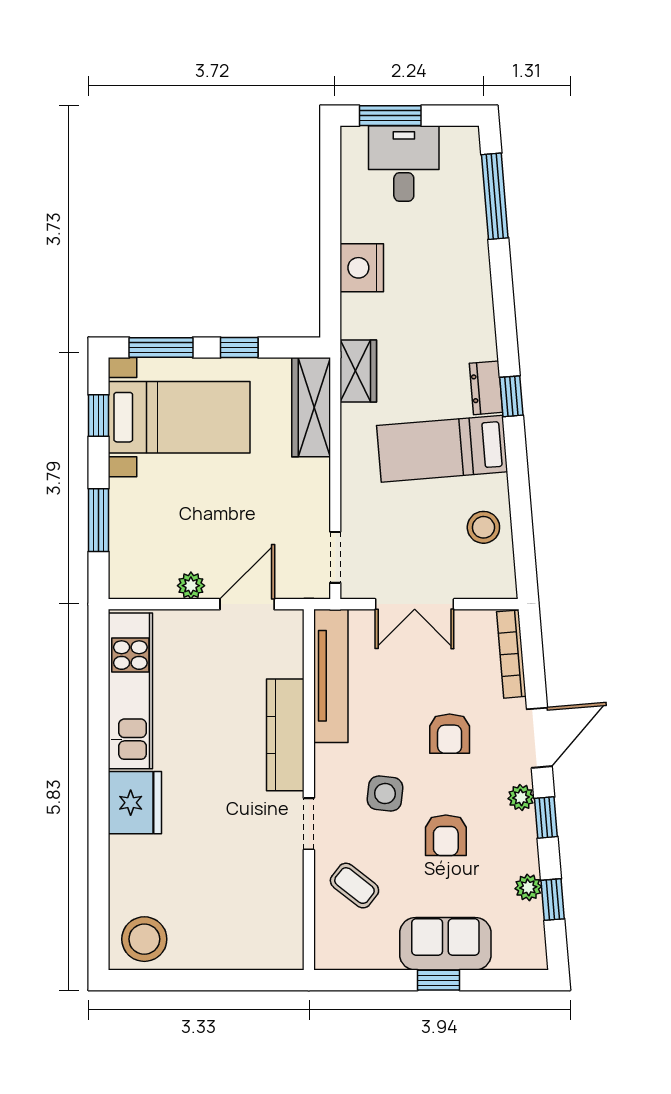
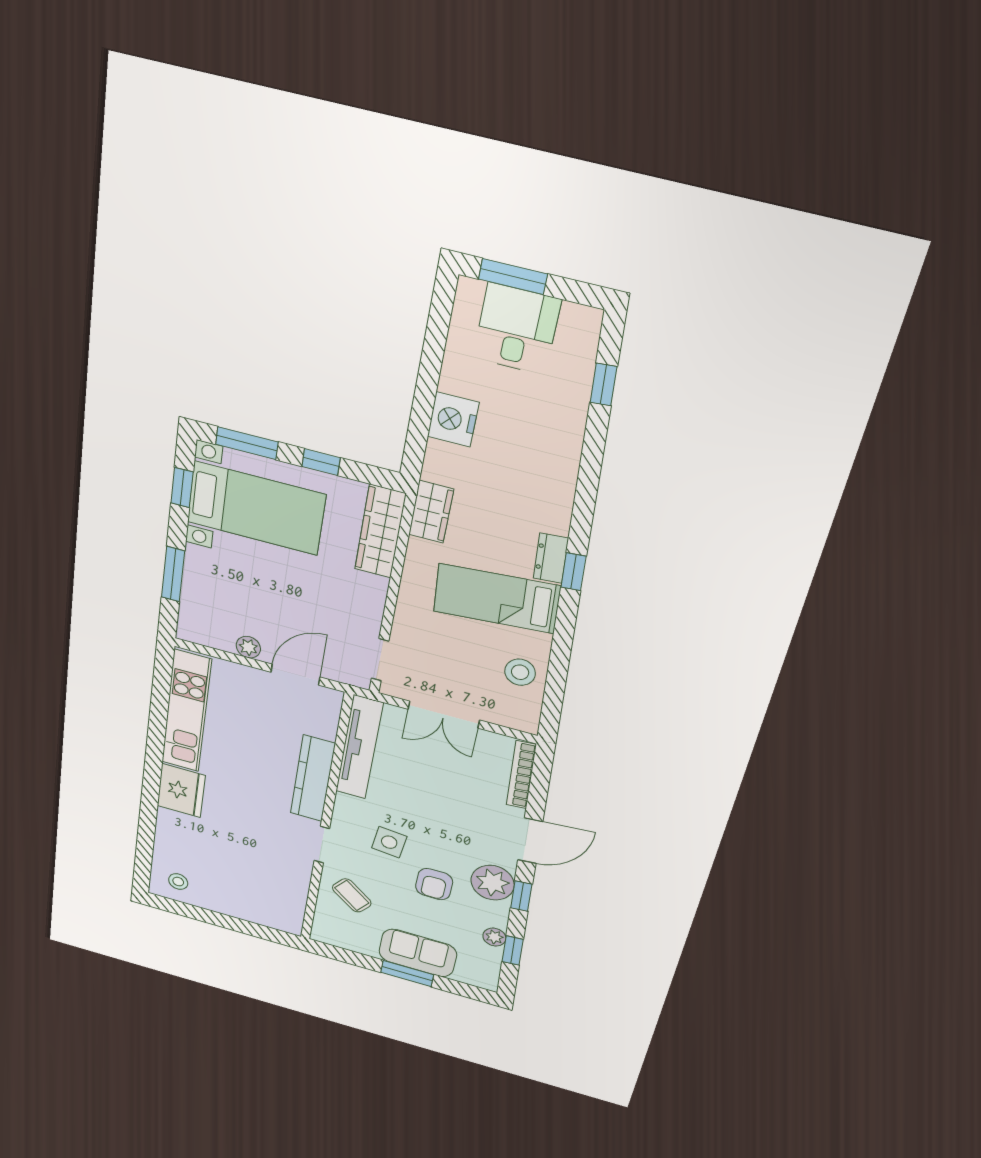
window: (495, 196) -> (604, 384), width x0.46
armchair: (450, 734) -> (453, 817), removed
plant: (521, 797) -> (493, 883), width x1.88, depth x1.88
stool: (144, 939) -> (178, 882), width x0.53, depth x0.53
window: (439, 980) -> (407, 974), width x1.50

